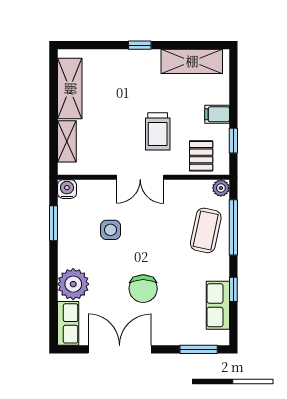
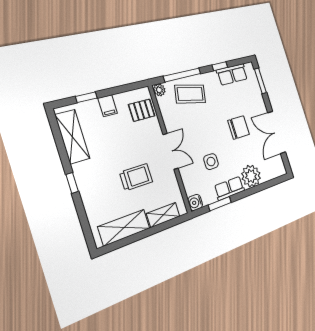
trolley: (158, 131) -> (136, 177), moved
window: (233, 141) -> (86, 97), moved
row of seats: (68, 323) -> (229, 188), moved

